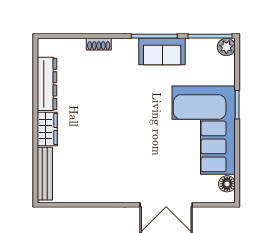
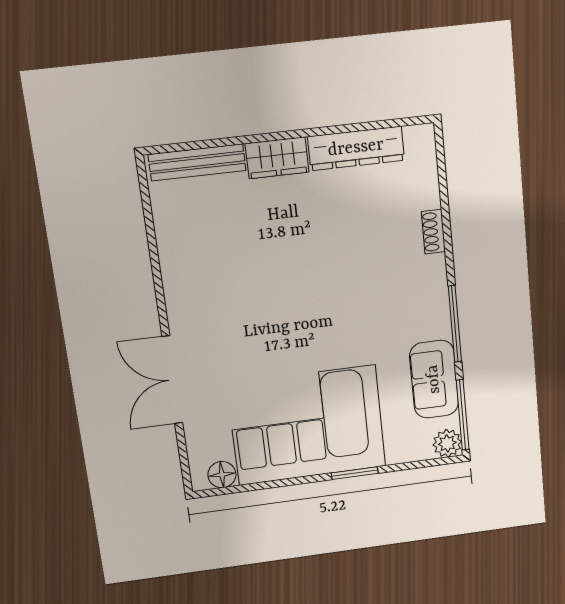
sofa: (162, 51) -> (434, 379), moved

